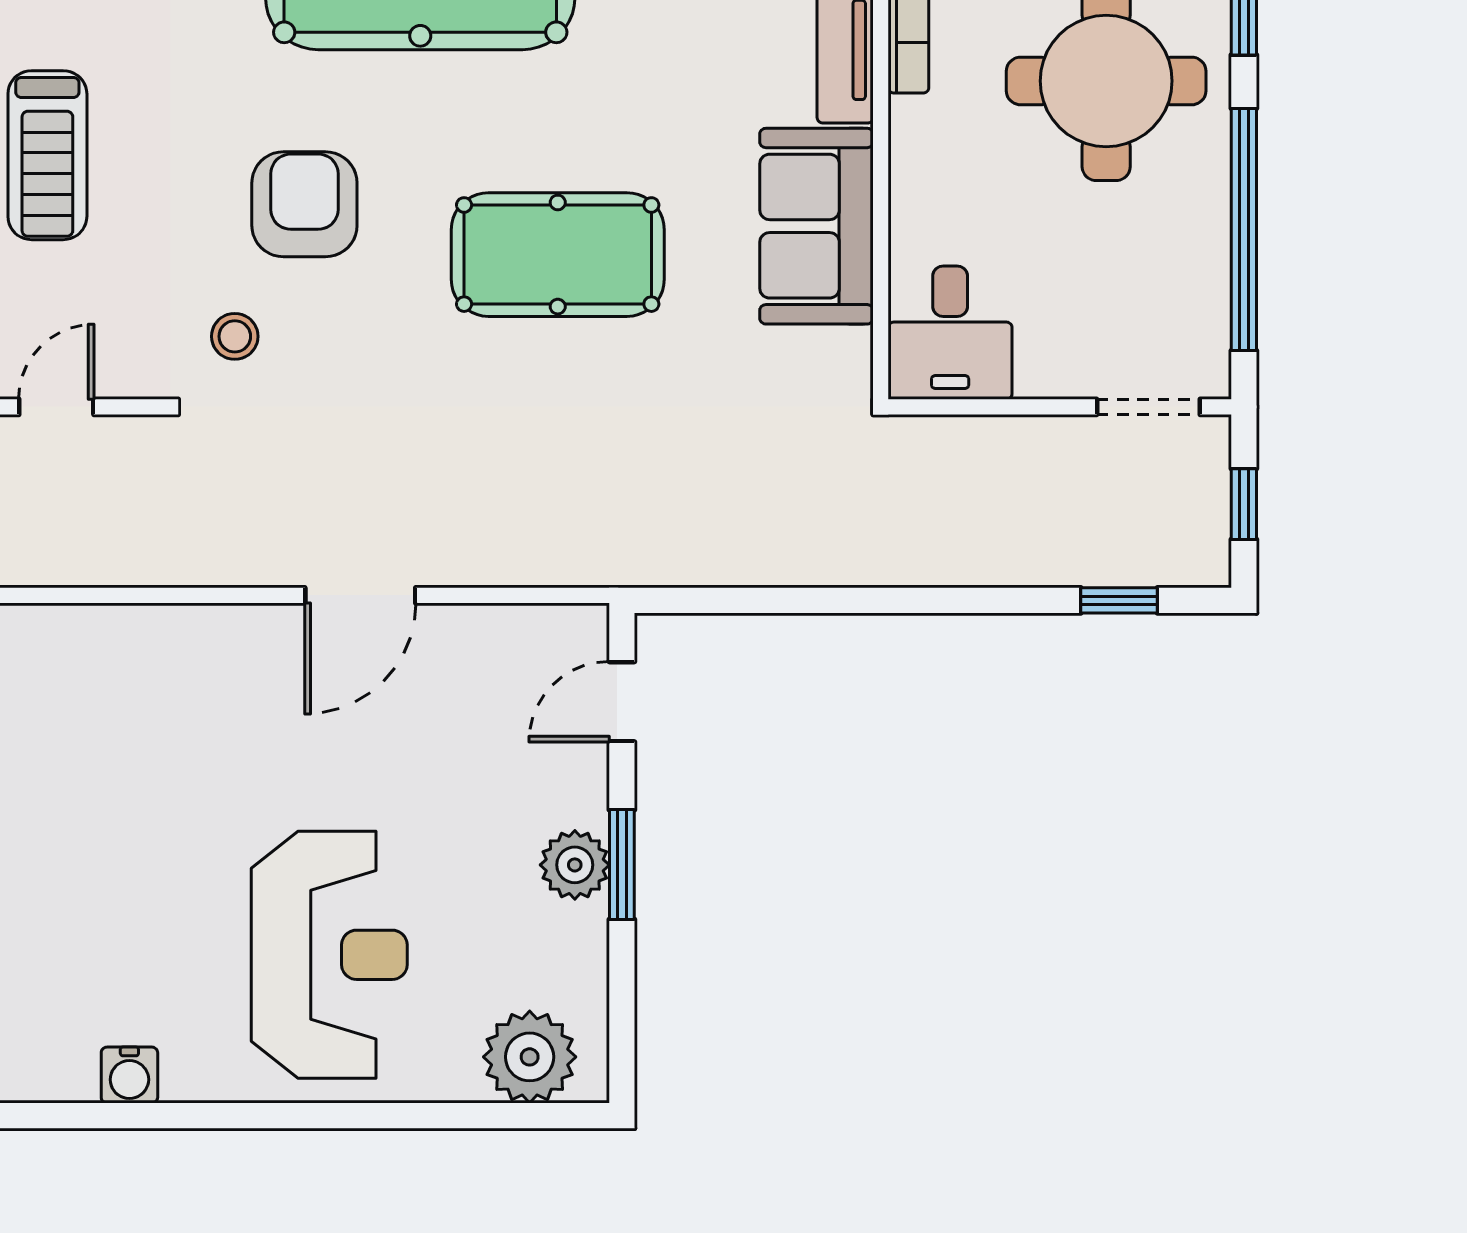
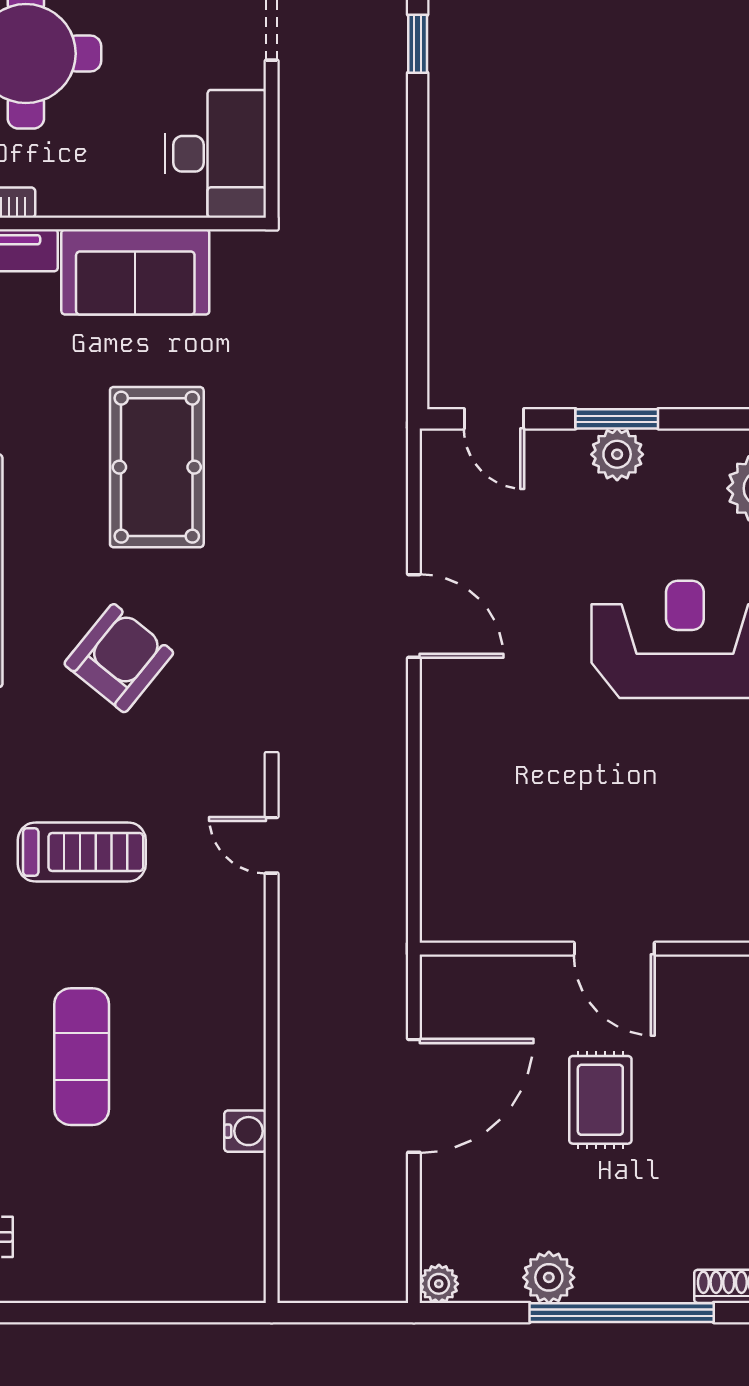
armchair: (304, 204) -> (119, 658), turned 129
desk: (950, 333) -> (216, 154), width x1.37
stool: (235, 336) -> (218, 711), removed

